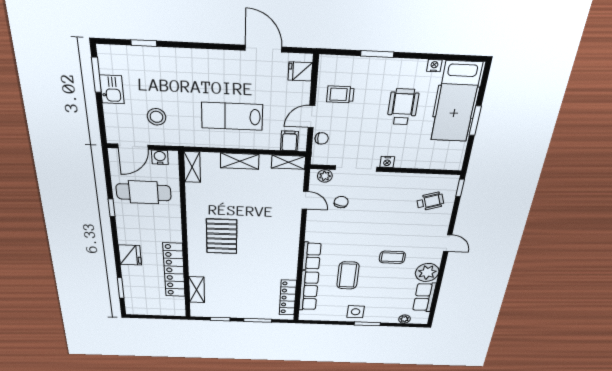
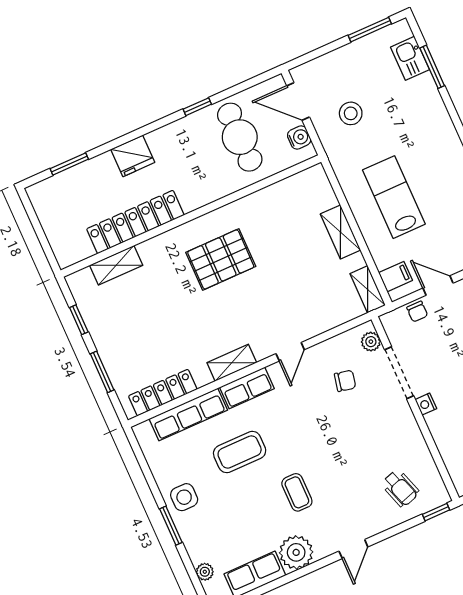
window: (144, 43) -> (432, 67), width x1.50
kitchen sink: (112, 89) -> (410, 58), moved, turned 90
shelving: (192, 167) -> (232, 363), moved
door: (305, 200) -> (290, 352), moved

